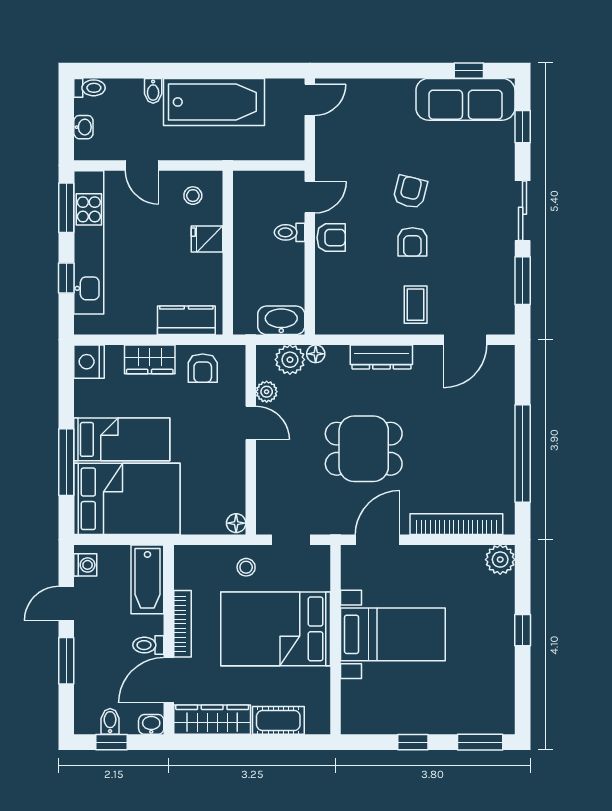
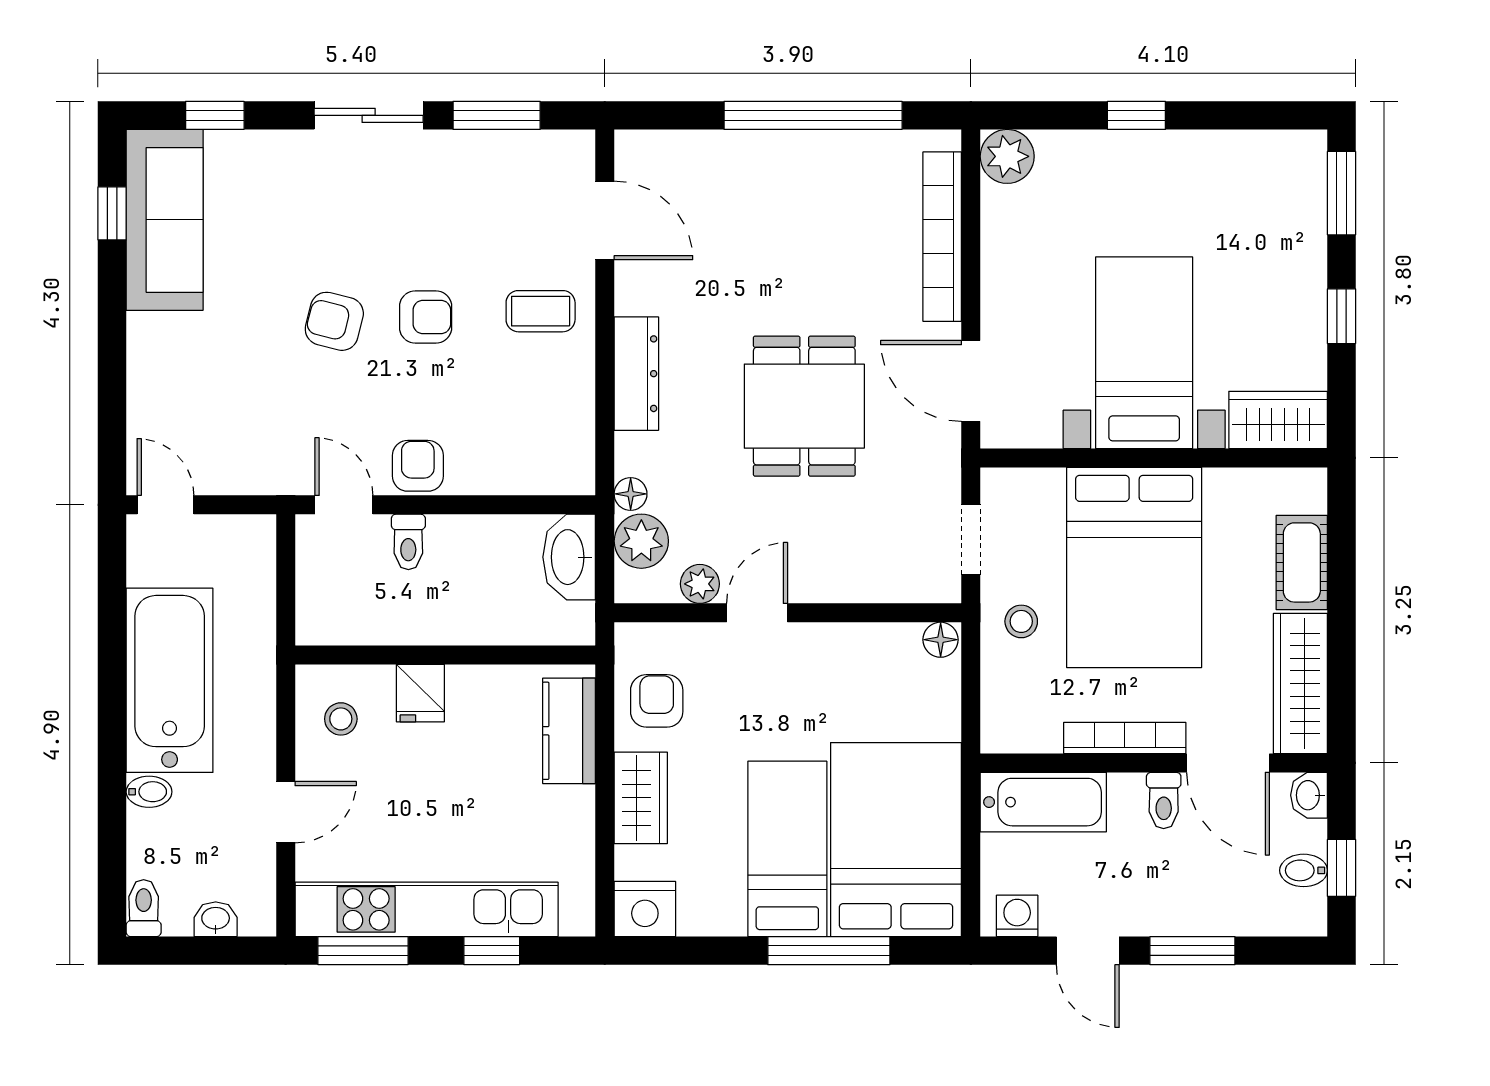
armchair: (203, 368) -> (657, 701), turned -90
wardrobe: (356, 708) -> (1278, 420), added

